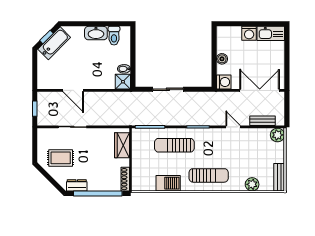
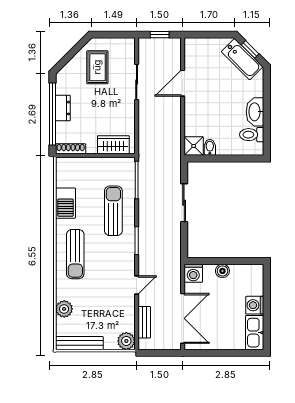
bench: (279, 177) -> (79, 343), width x1.36
dresser: (77, 185) -> (63, 108), moved

